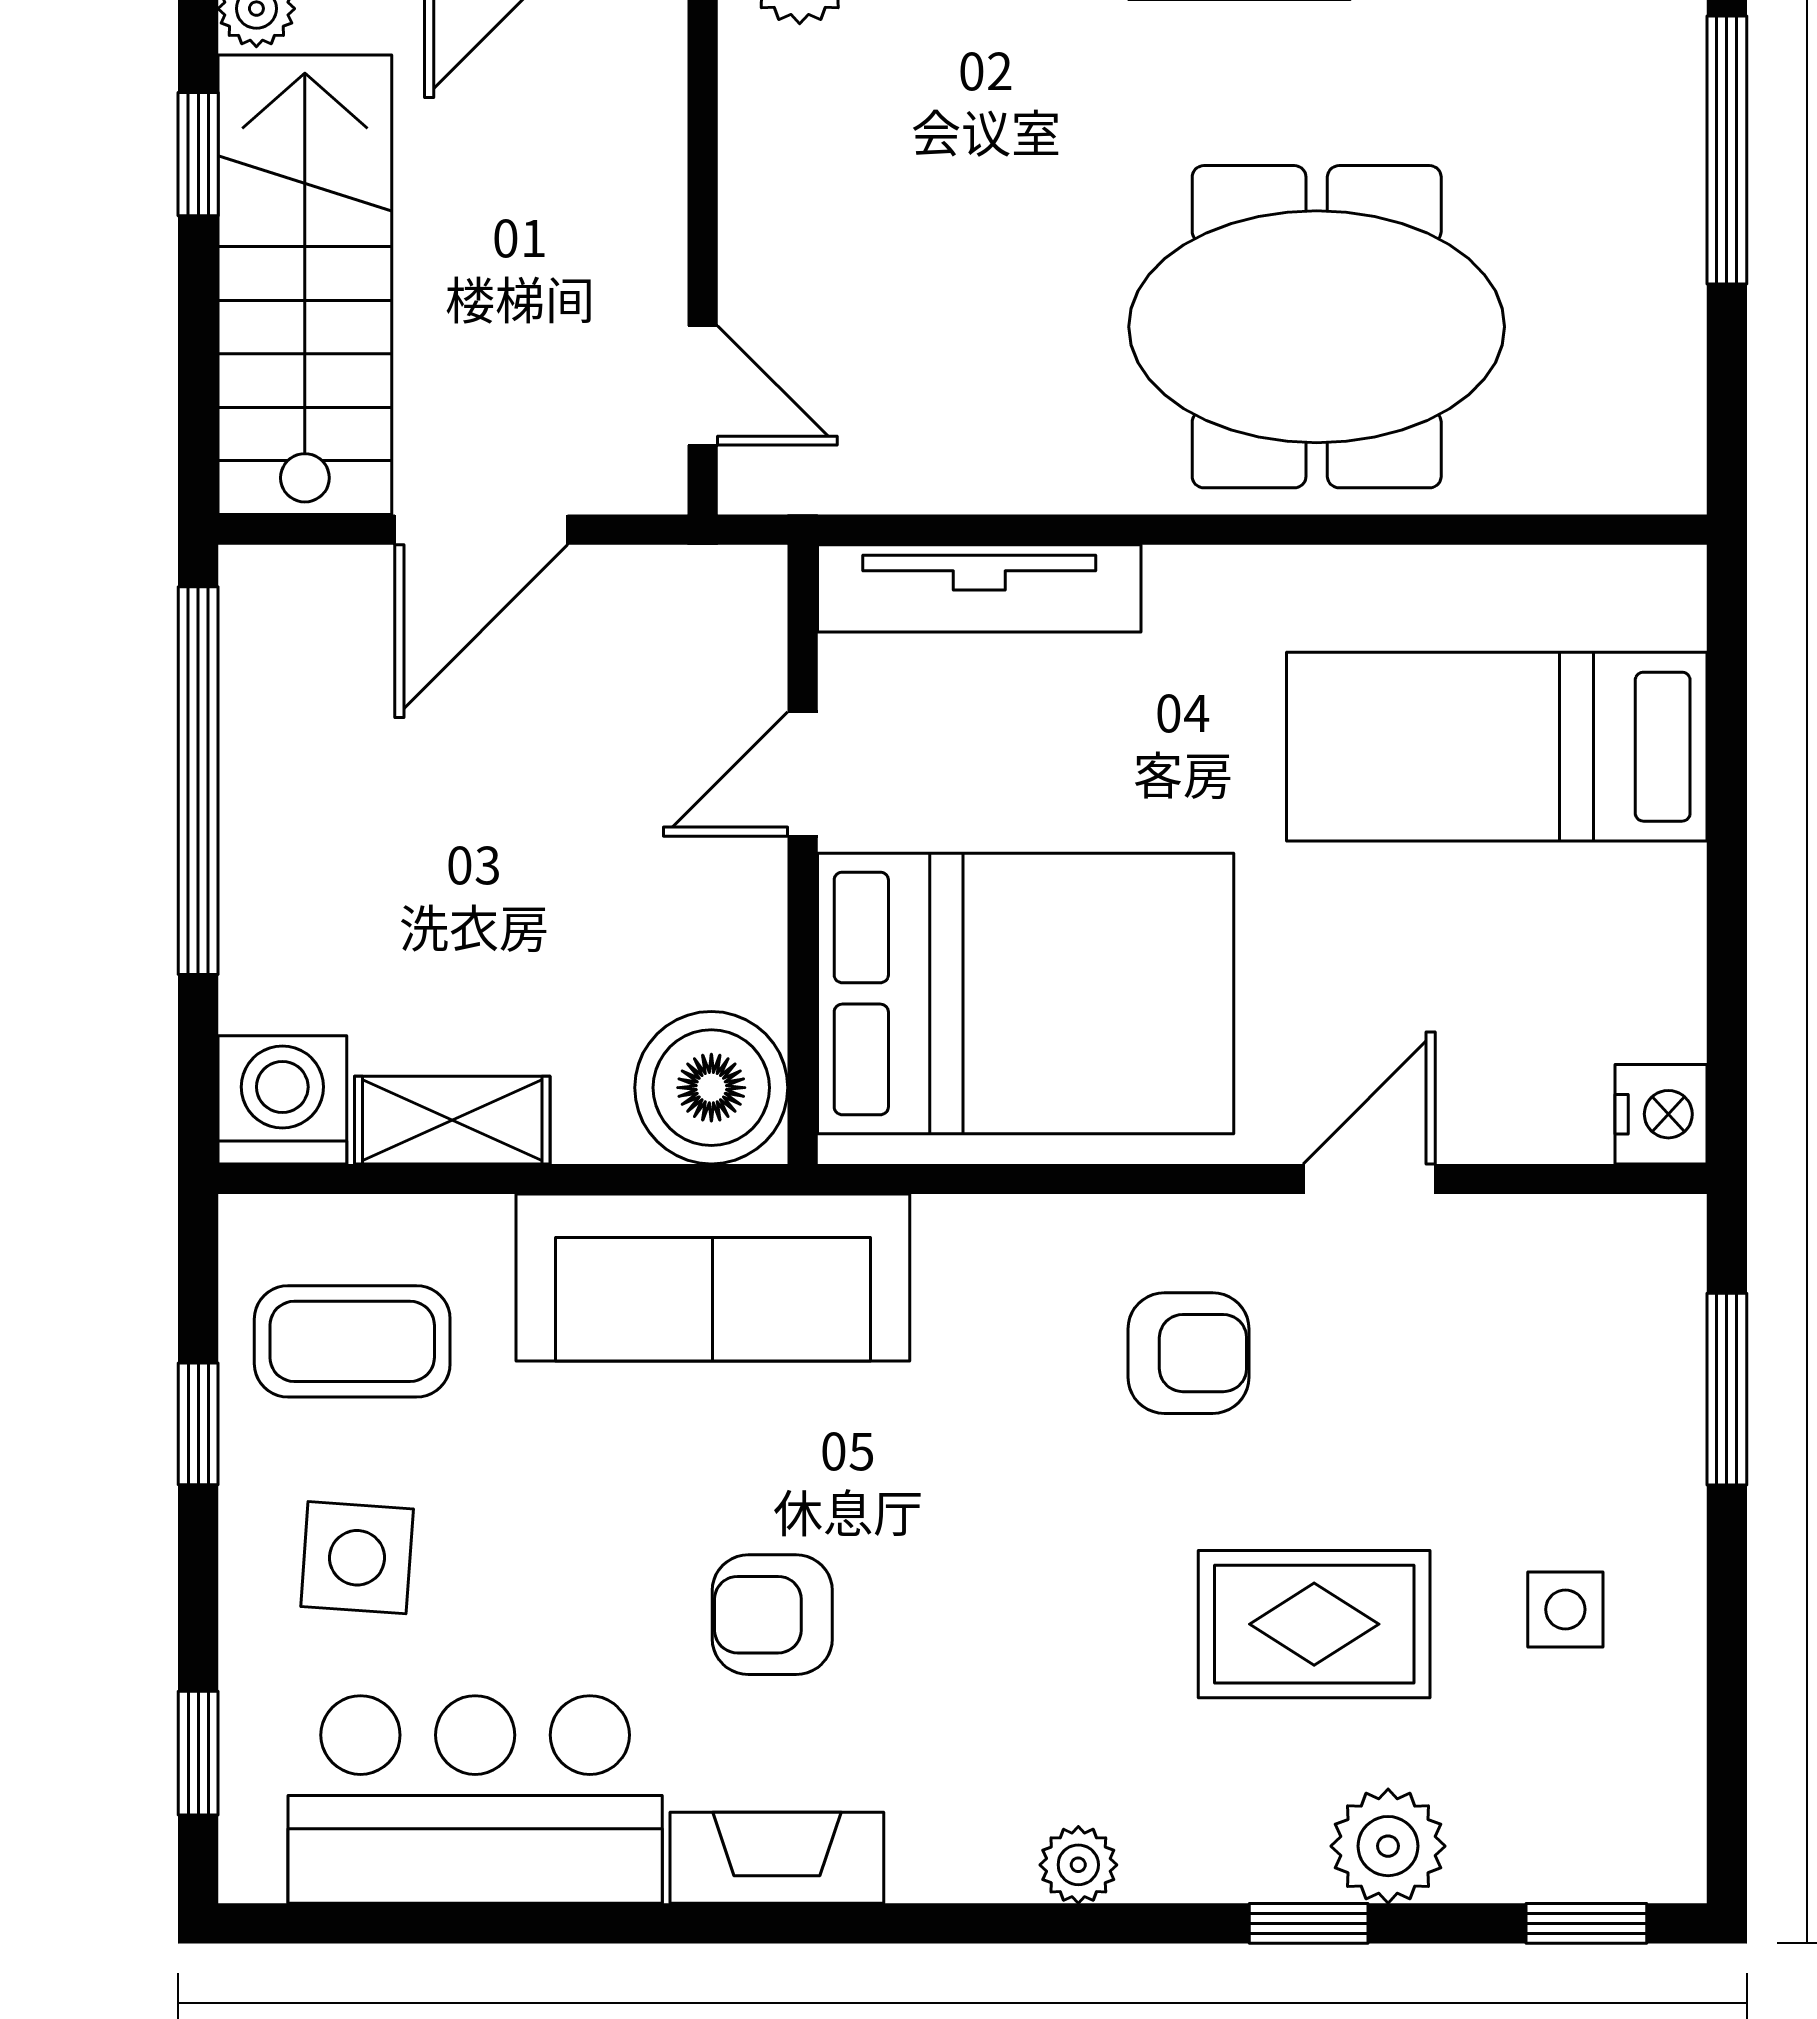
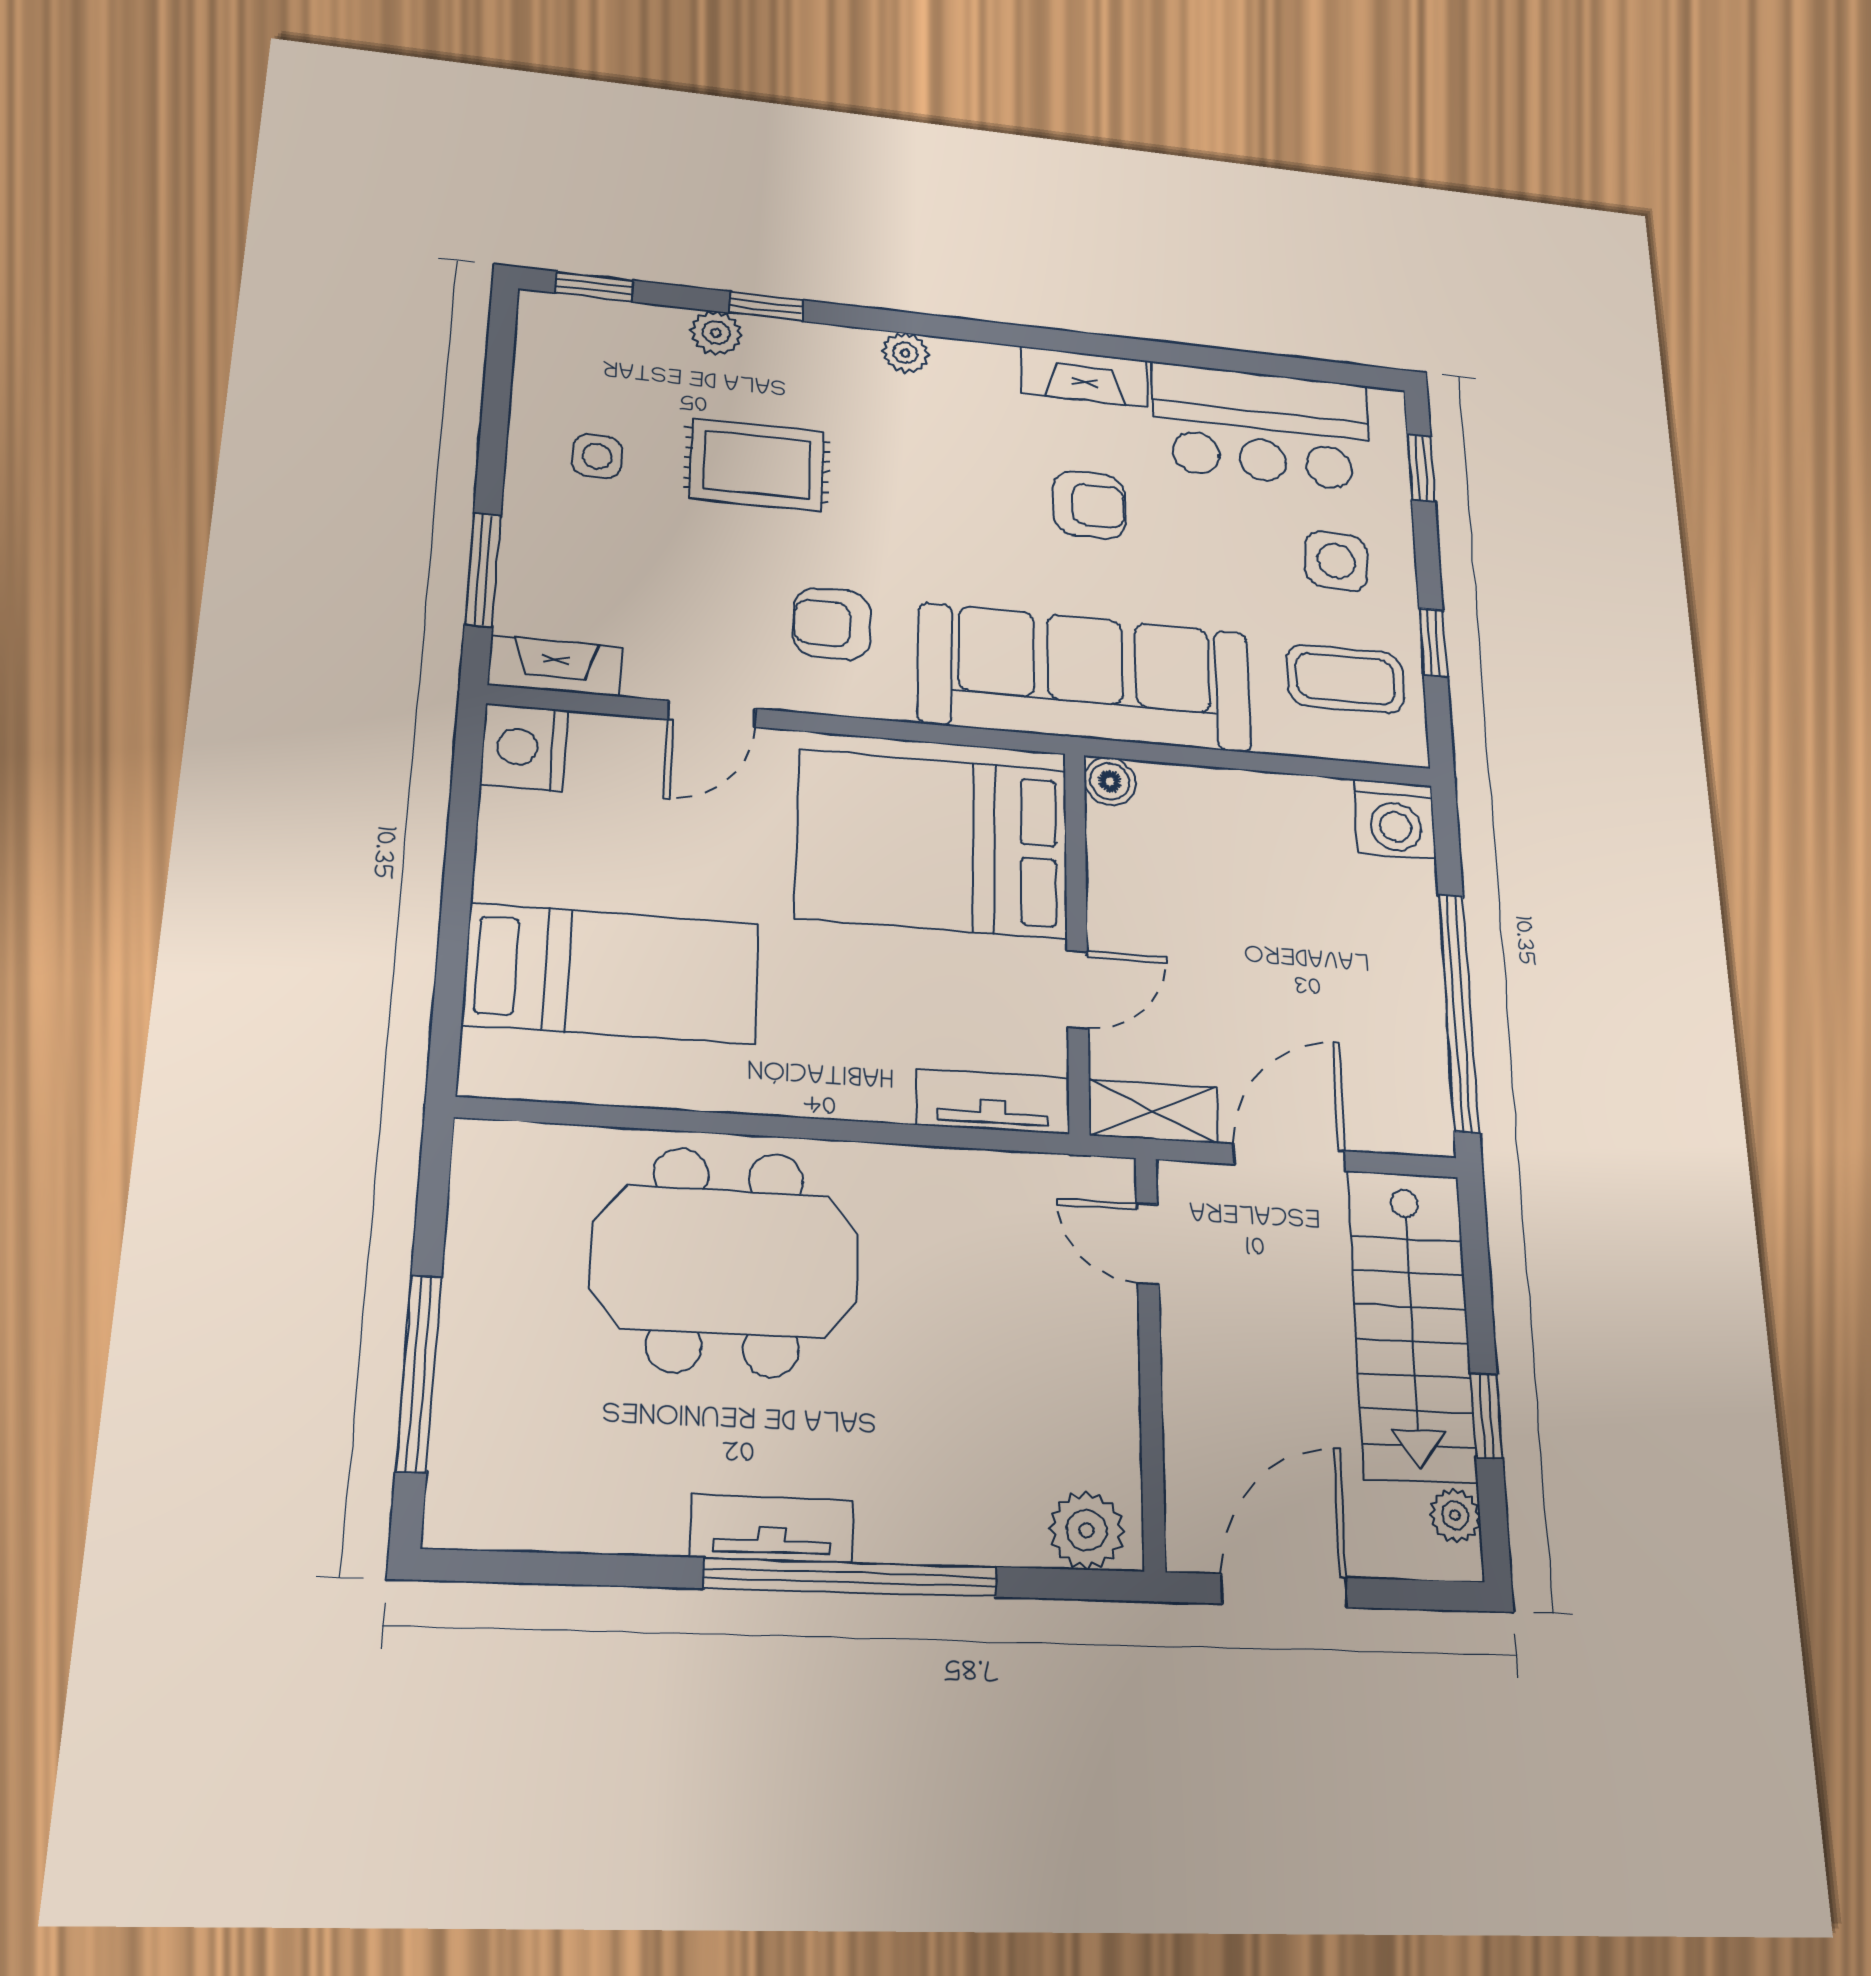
tv unit: (979, 588) -> (993, 1101), width x0.71
boiler: (711, 1088) -> (1110, 781), width x0.54, depth x0.54
nightstand: (1661, 1114) -> (524, 747), width x1.36, depth x1.33
shelving: (452, 1120) -> (1153, 1111), moved
fireplace: (1608, 1236) -> (555, 666), added
sofa: (713, 1278) -> (1085, 677), width x1.36, depth x1.27
plant: (1388, 1846) -> (716, 333), width x0.73, depth x0.73

